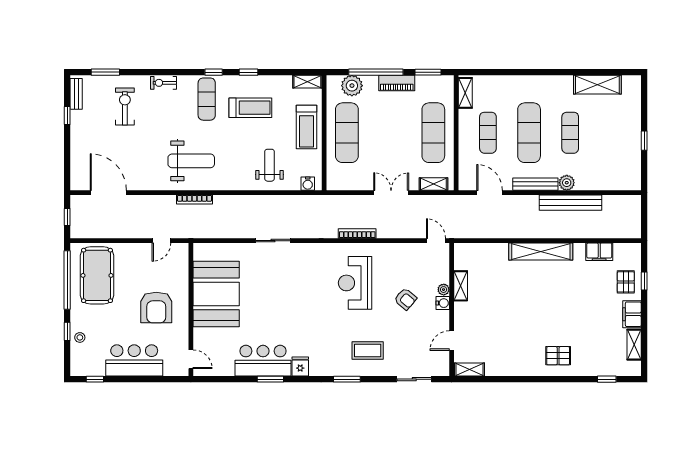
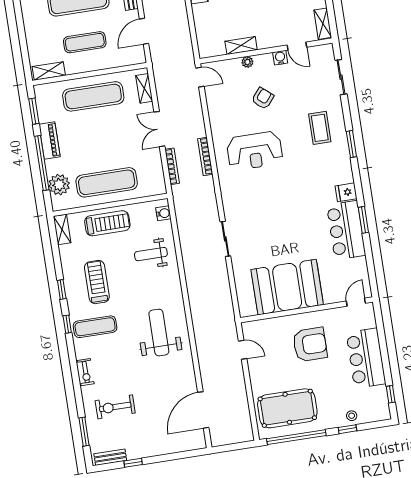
bookcase: (194, 199) -> (172, 166), moved
window: (67, 217) -> (234, 447), removed
door: (436, 241) -> (200, 77), swing flipped
water cooler: (443, 303) -> (280, 58), moved

